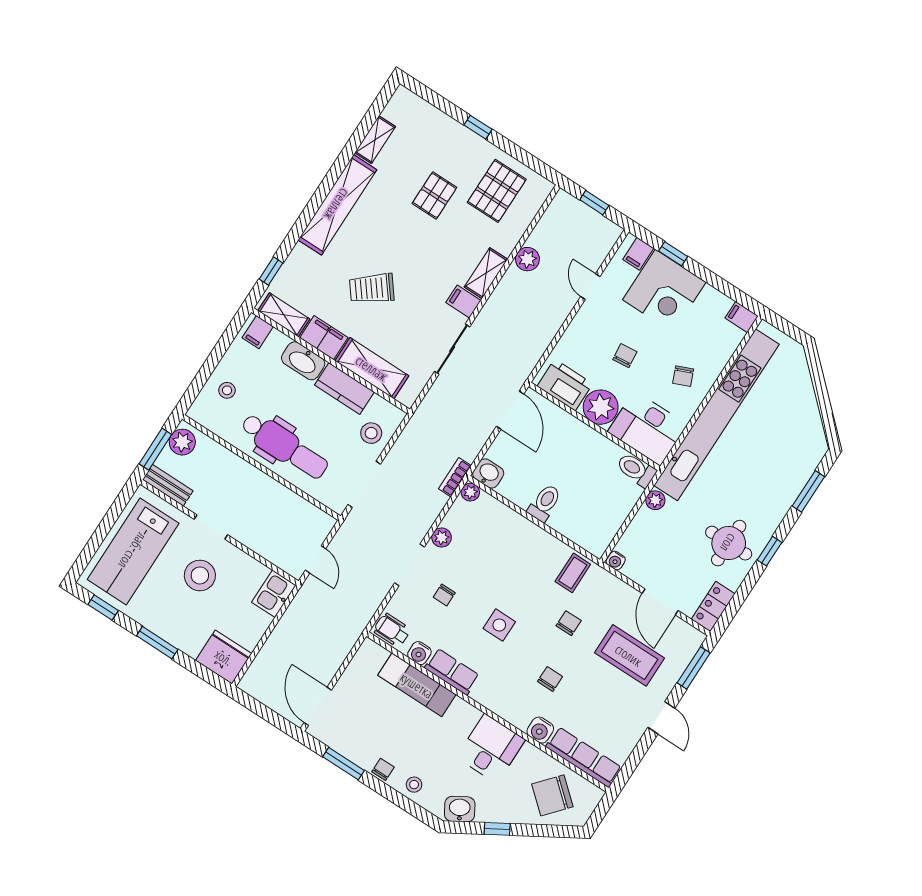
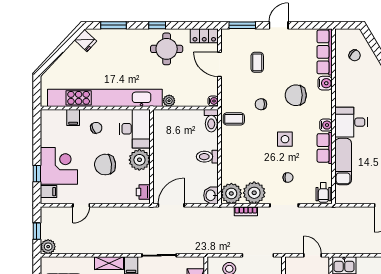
plant: (527, 259) -> (48, 247), moved
filing cabinet: (742, 317) -> (73, 118), moved
chair: (625, 356) -> (105, 165), width x1.87, depth x1.87
printer: (565, 385) -> (143, 192), width x0.53, depth x0.68
fridge: (812, 439) -> (86, 41), added
toilet: (636, 470) -> (211, 121), moved
bookcase: (455, 477) -> (246, 211), moved
plant: (470, 492) -> (231, 193), width x1.87, depth x1.87
plant: (442, 538) -> (254, 193), width x1.87, depth x1.87
door: (316, 559) -> (313, 255), hinge flipped
door: (660, 602) -> (220, 64), swing flipped
water cooler: (419, 653) -> (326, 125), moved
coffee table: (629, 655) -> (257, 62), width x0.54, depth x0.58
chair: (550, 679) -> (296, 95), width x1.87, depth x1.87
desk: (491, 748) -> (351, 122), moved
chair: (552, 795) -> (355, 55), width x0.54, depth x0.54

